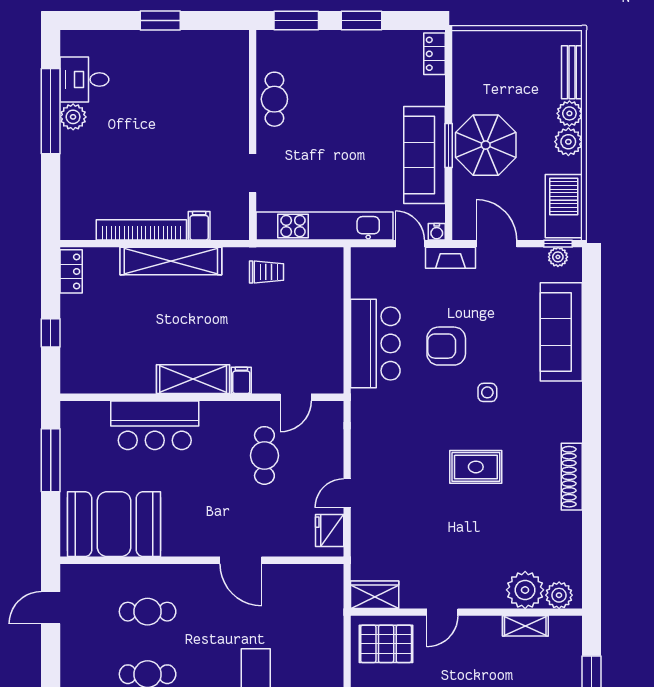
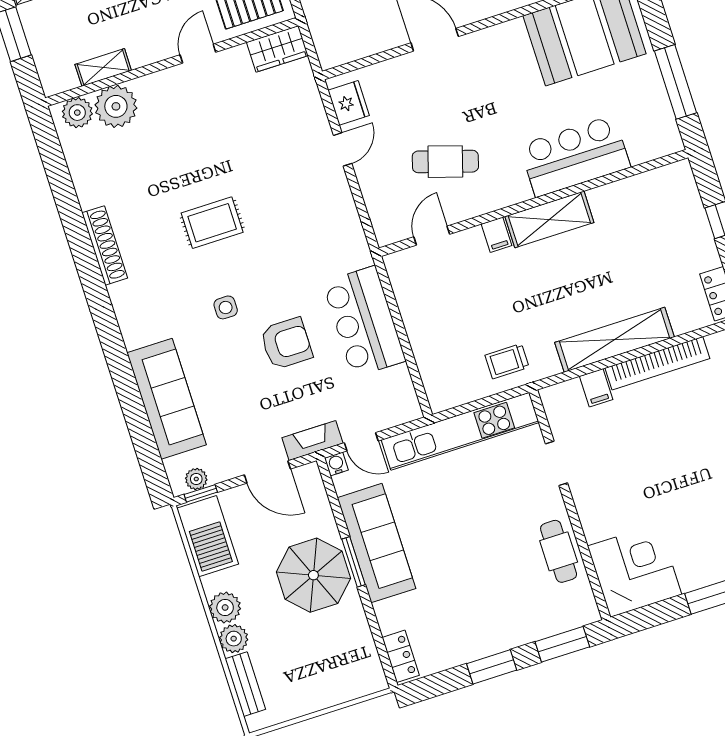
corner desk: (216, 63) -> (634, 570), added
cafe table: (264, 455) -> (445, 162), turned -73

